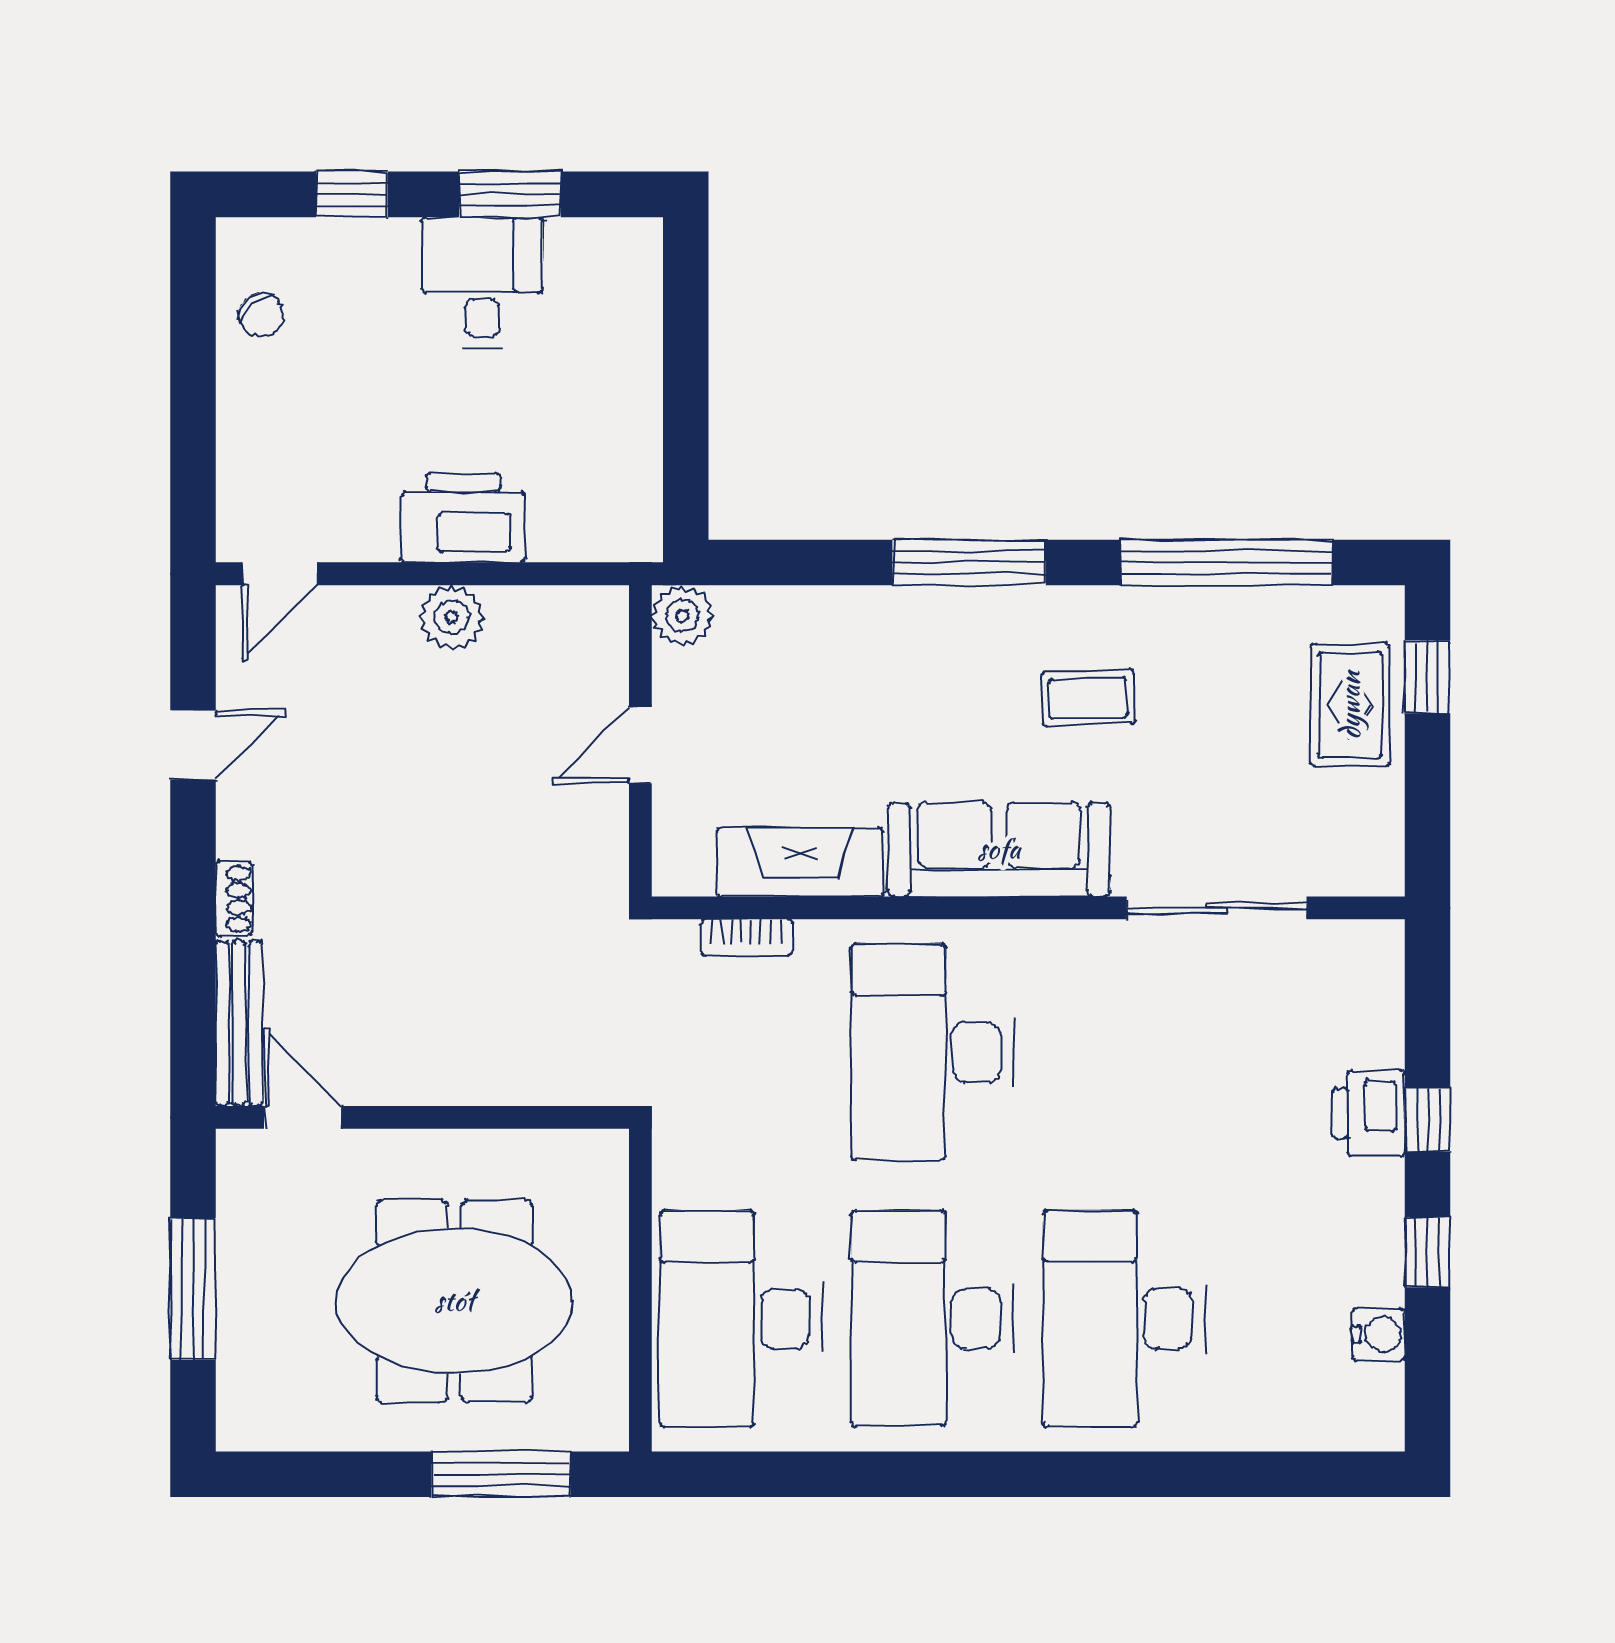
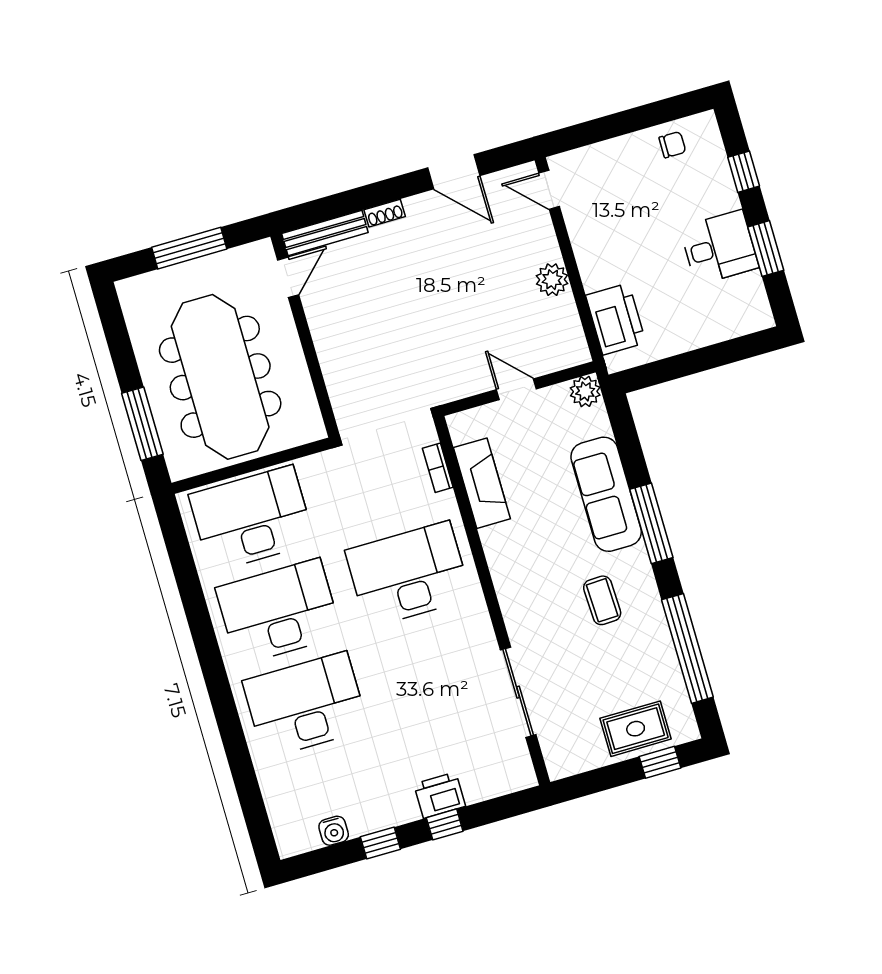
chair: (261, 315) -> (672, 145), turned -143
printer: (463, 518) -> (616, 319), moved
door: (193, 745) -> (454, 172), width x1.38
sofa: (999, 849) -> (606, 494), moved, turned 180
meeting table: (454, 1301) -> (220, 377), width x1.36

